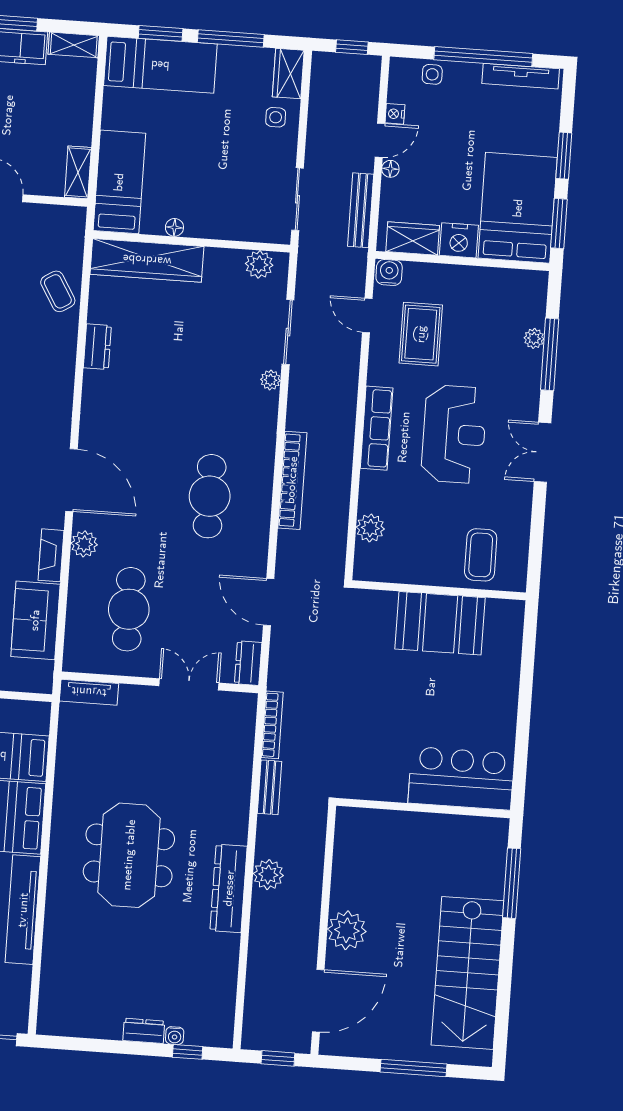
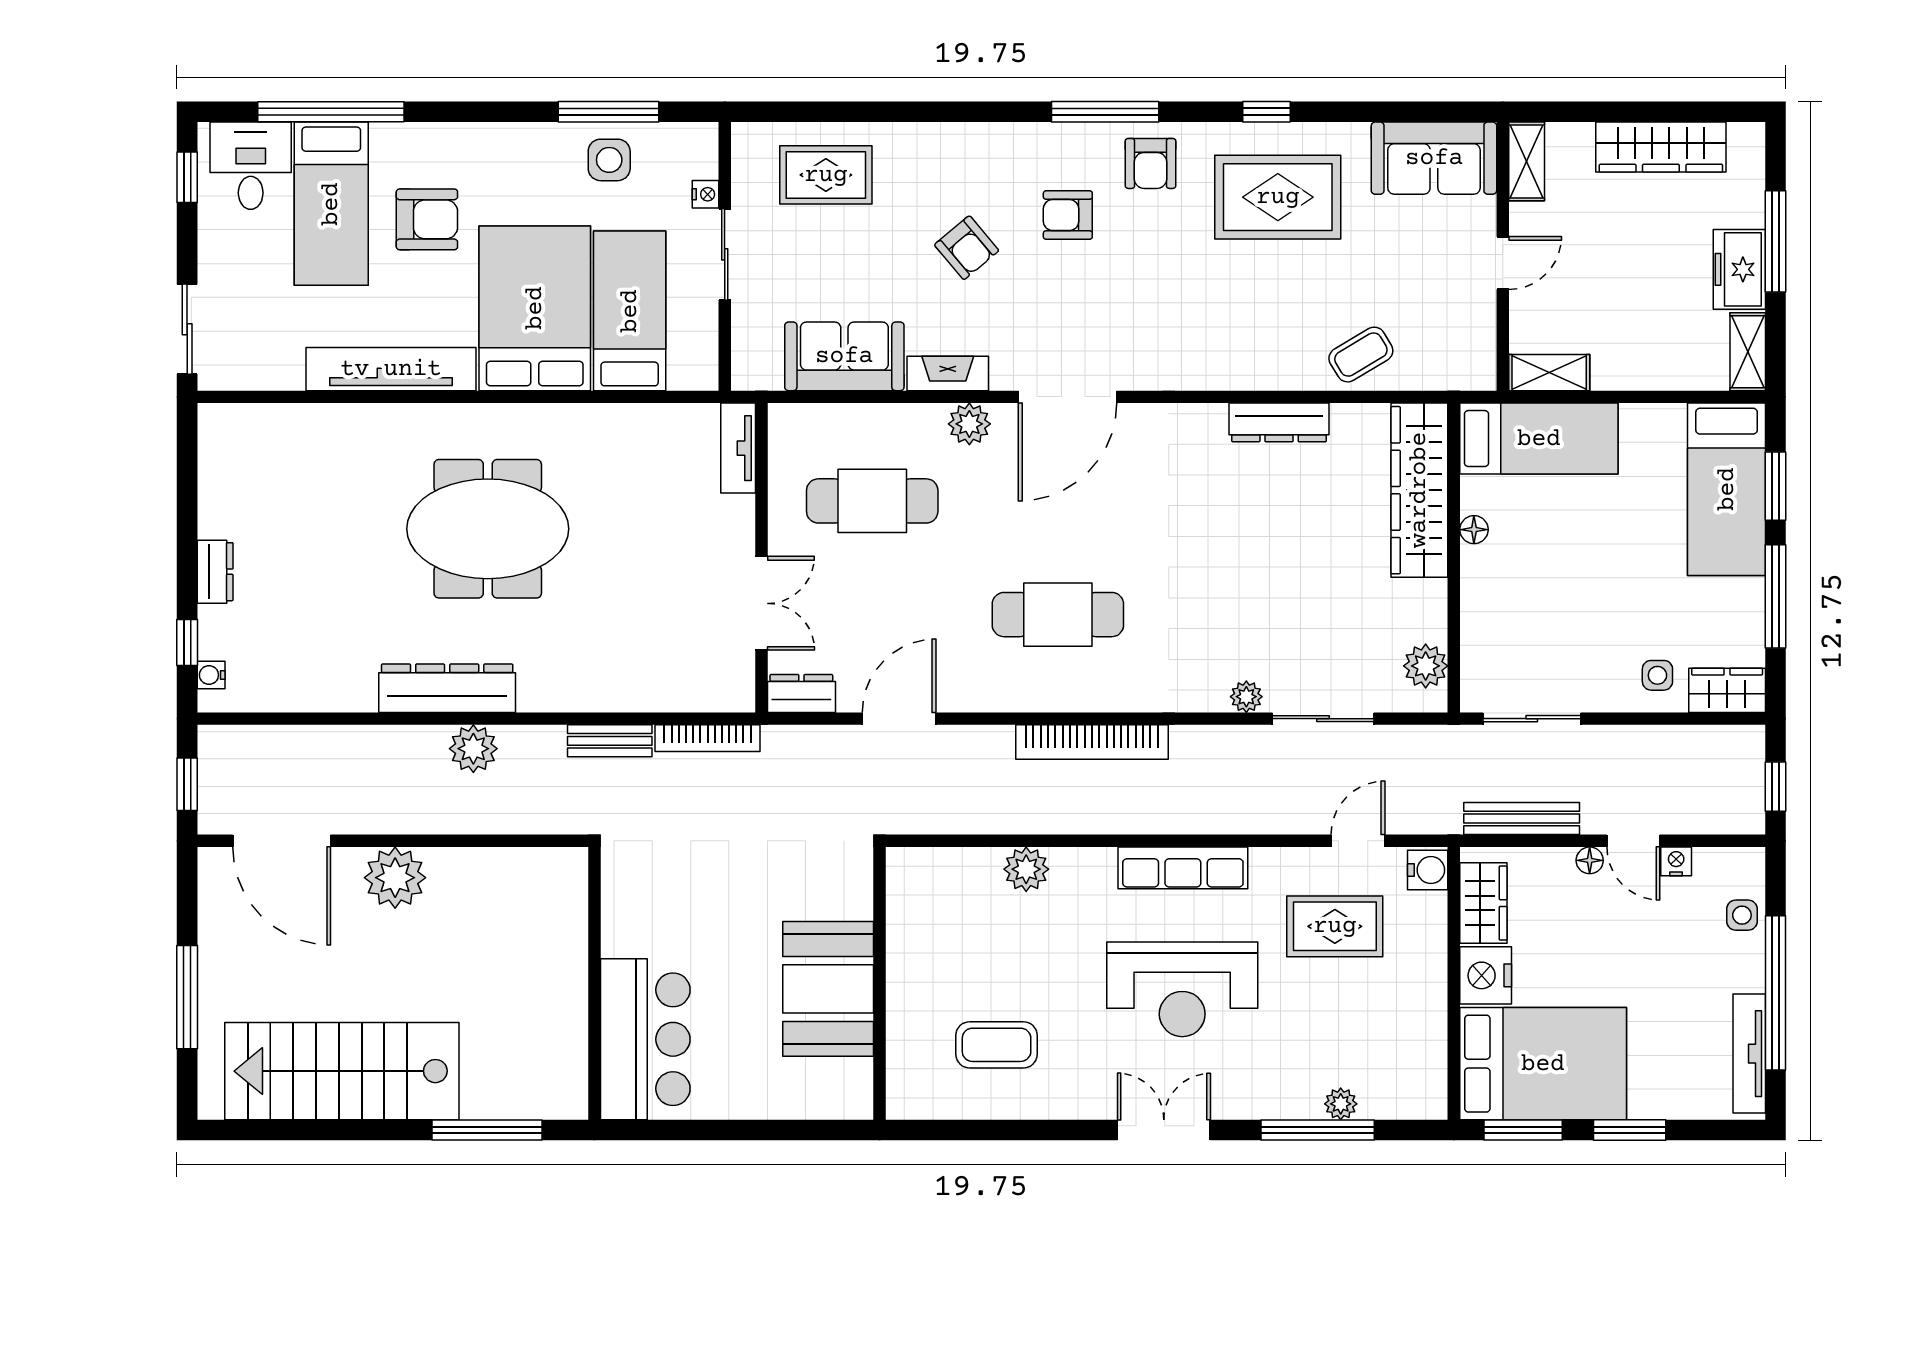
dresser: (97, 347) -> (1279, 422), width x1.44
wall: (439, 590) -> (880, 983), moved
booth: (440, 623) -> (828, 989), moved
water cooler: (175, 1036) -> (211, 675), moved

